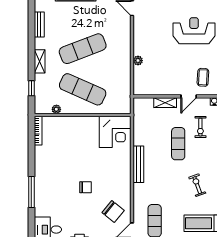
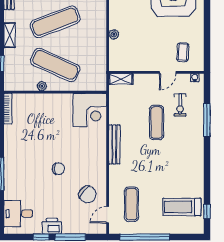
shelving: (165, 103) -> (121, 79), moved
plant: (56, 109) -> (42, 86), moved
exercise bike: (197, 185) -> (177, 167), removed

